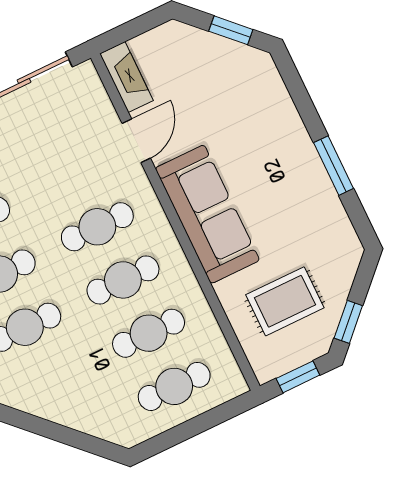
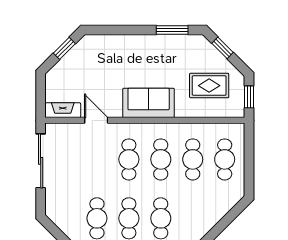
window: (333, 166) -> (172, 30), moved
sofa: (207, 214) -> (149, 103), width x0.73
rug: (285, 301) -> (209, 86), turned 90
window: (348, 322) -> (222, 48), moved

